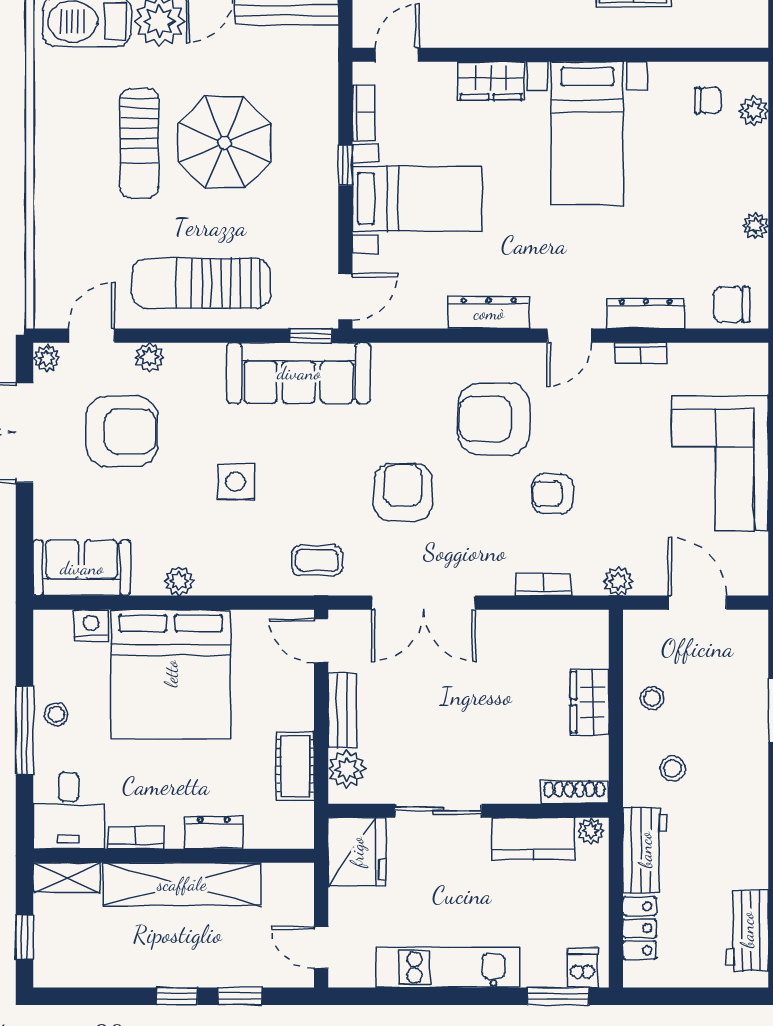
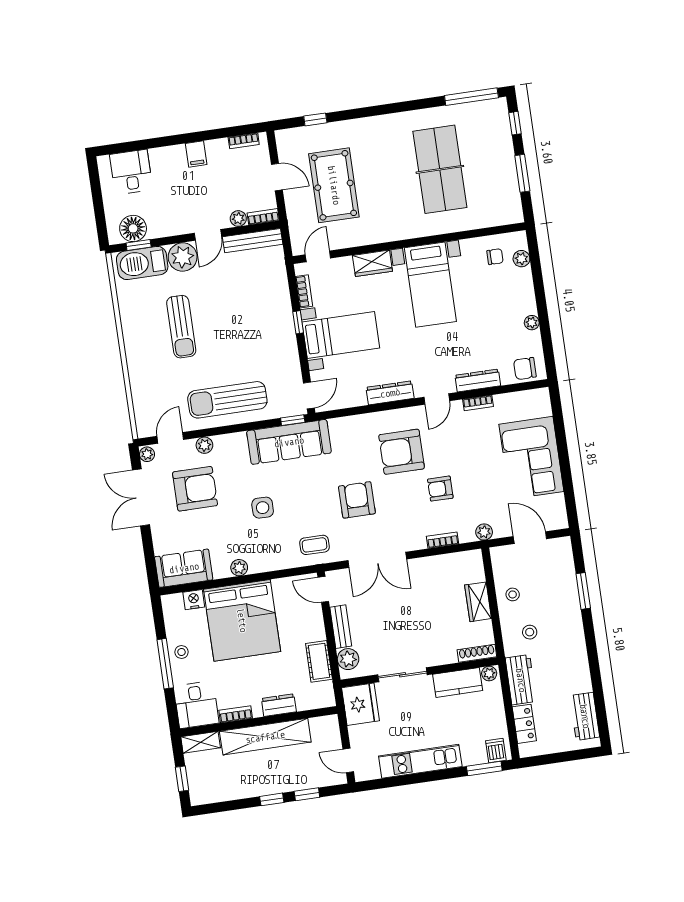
parasol: (225, 143) -> (229, 319), removed

